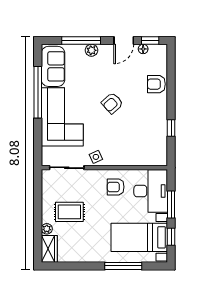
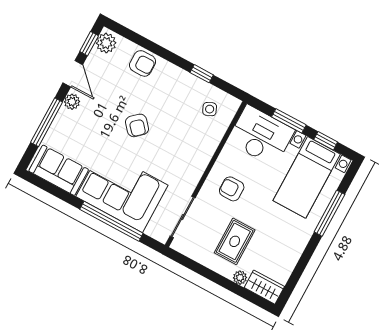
floor lamp: (143, 49) -> (94, 57), removed
plant: (91, 50) -> (72, 102), moved
plant: (157, 52) -> (106, 43), added
armchair: (156, 84) -> (143, 63), turned -90
window: (38, 92) -> (111, 221), moved
side table: (96, 157) -> (210, 109), moved
armchair: (116, 187) -> (232, 189), moved, turned 90

